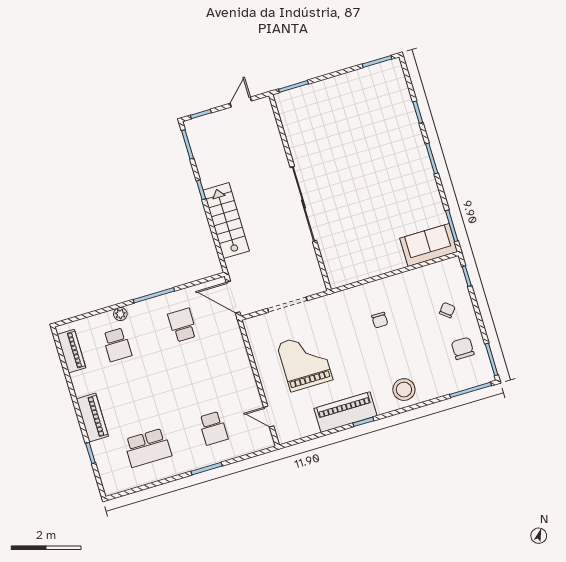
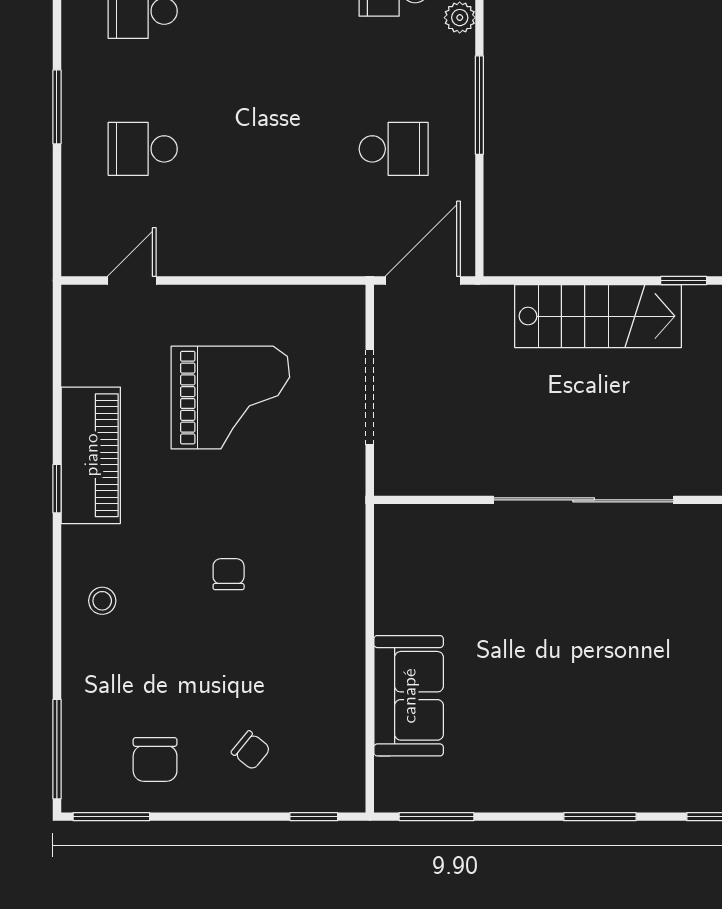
sofa: (429, 245) -> (409, 696), moved
chair: (380, 320) -> (229, 574), moved, turned 90
chair: (463, 348) -> (155, 759), turned 90
stool: (404, 390) -> (102, 601), width x0.53, depth x0.53

